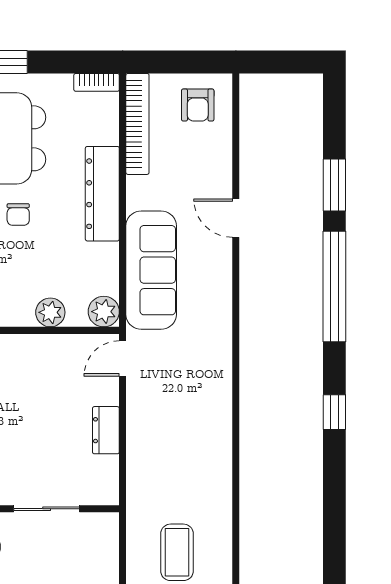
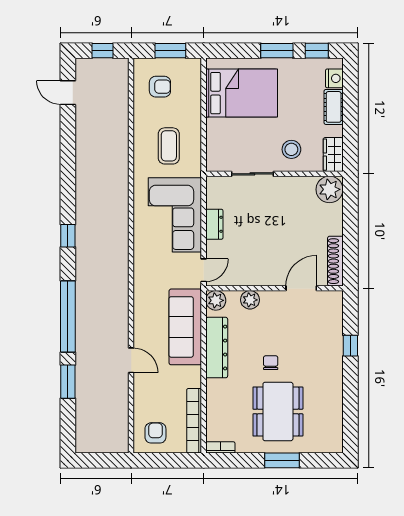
dresser: (102, 194) -> (217, 348), moved
corner sofa: (167, 445) -> (175, 215), added

